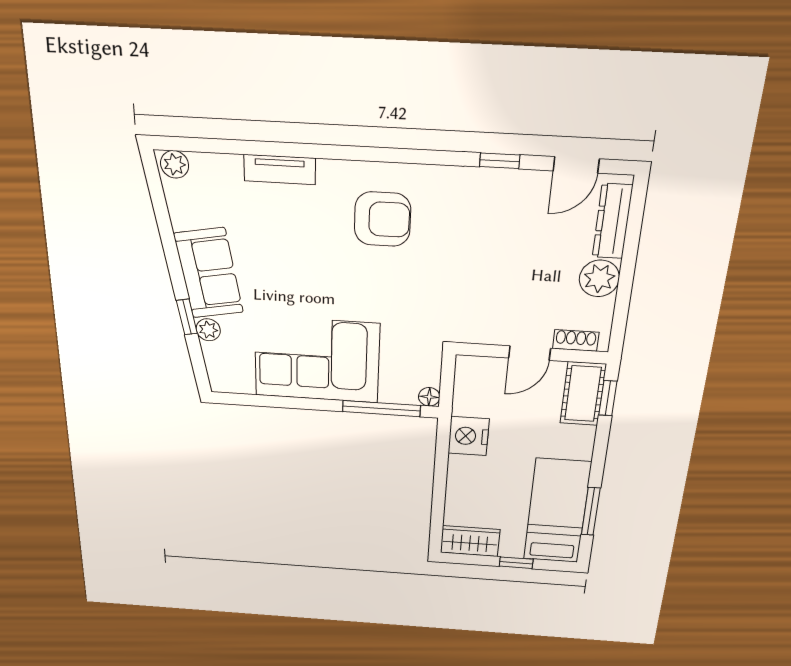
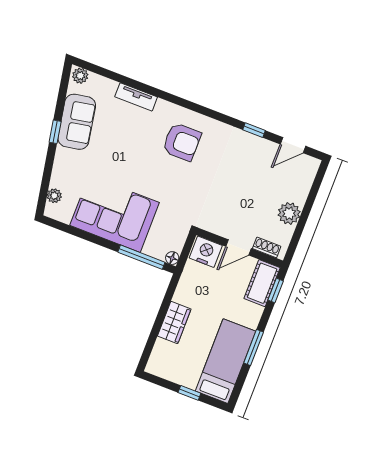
dresser: (612, 221) -> (304, 182), removed
sofa: (209, 273) -> (77, 122), moved
window: (187, 317) -> (55, 132), moved
plant: (208, 330) -> (54, 196), moved
nightstand: (469, 436) -> (206, 252), moved, turned 90
window: (591, 511) -> (254, 348), moved
wardrobe: (470, 541) -> (174, 322), moved, turned 90

